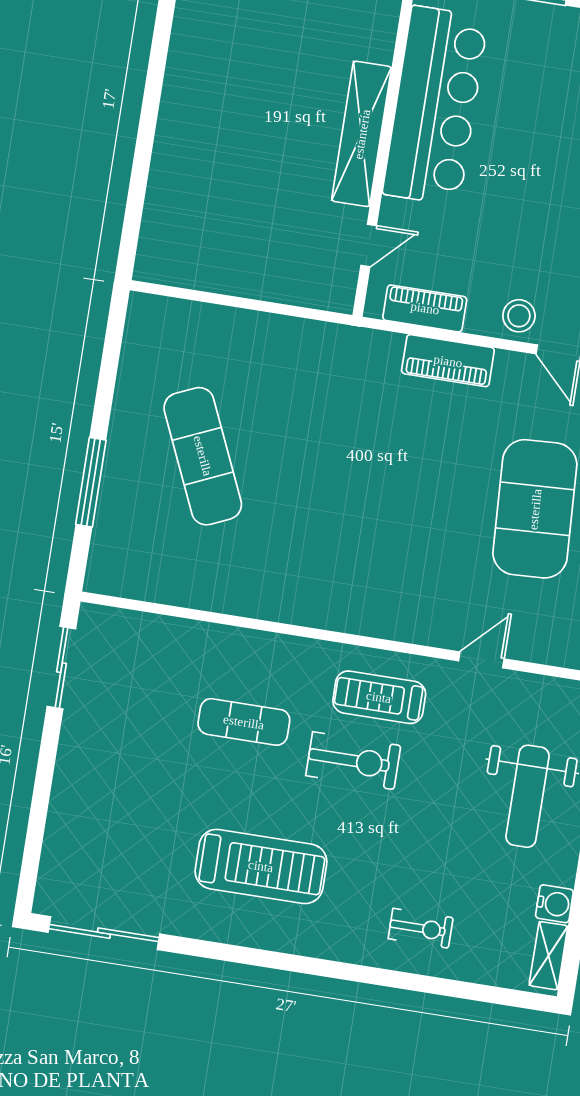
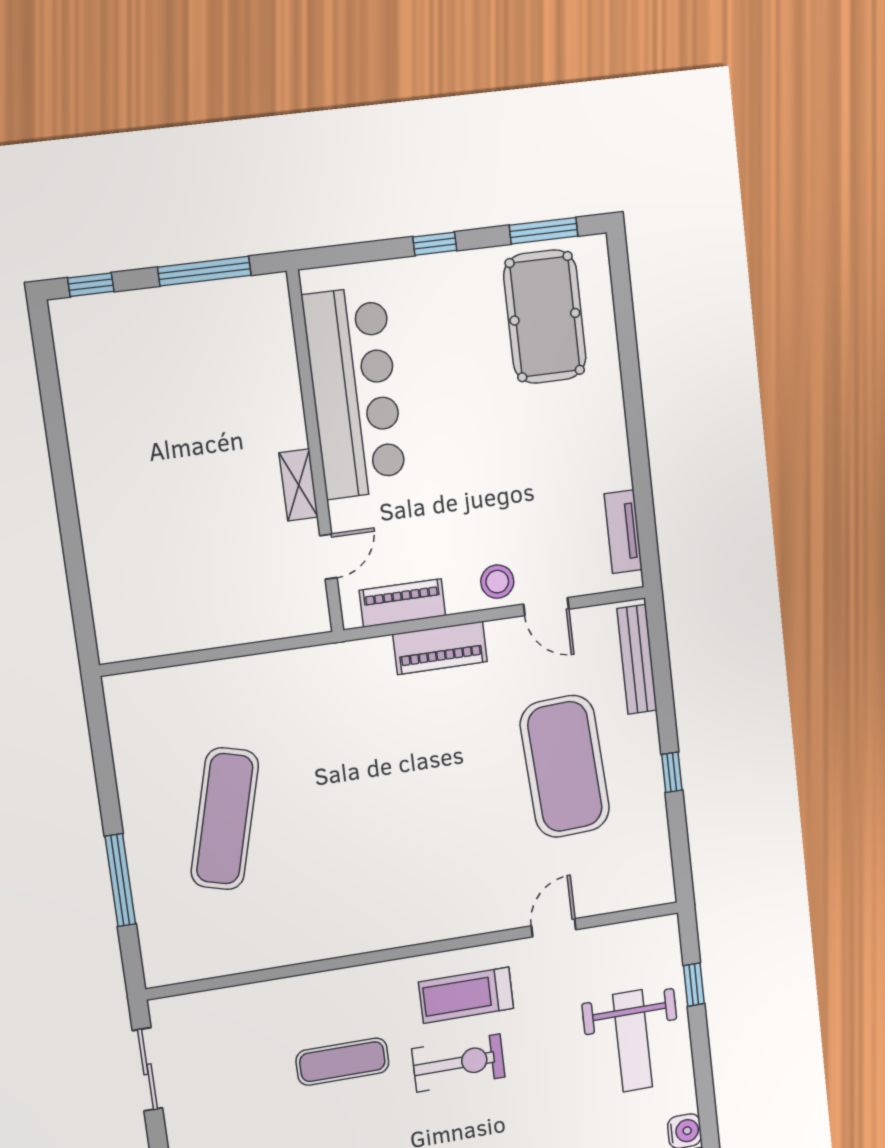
shelving: (362, 134) -> (299, 485), width x0.45, depth x0.75
exercise mat: (203, 456) -> (225, 819), turned 39

